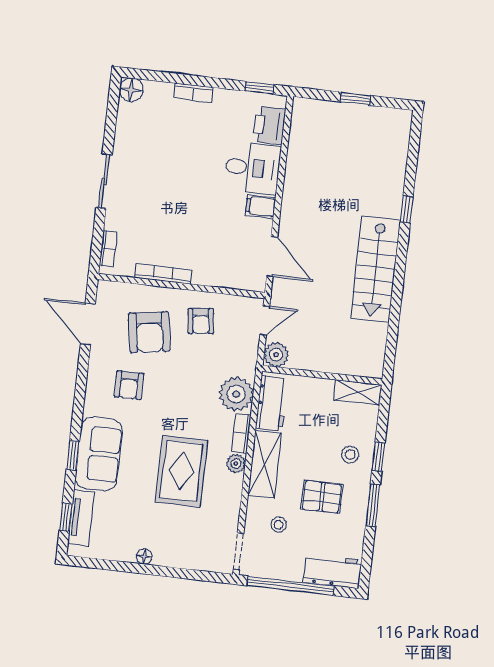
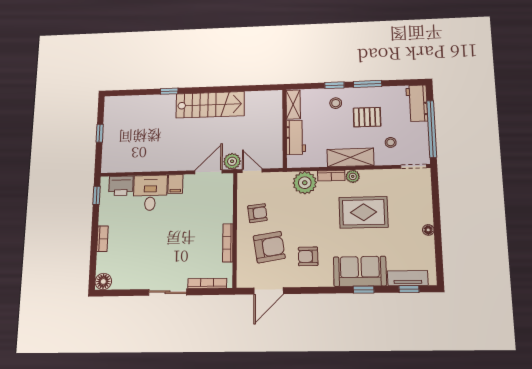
bookcase: (108, 249) -> (207, 283), width x1.56
plant: (276, 355) -> (232, 161), moved
armchair: (129, 385) -> (308, 256), turned 180
workbench: (272, 403) -> (296, 137), moved, turned 90
pallet: (322, 497) -> (367, 117), turned 90

